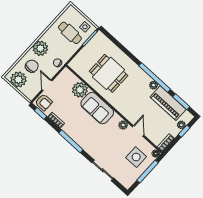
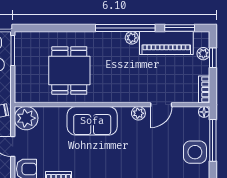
dining table: (109, 73) -> (69, 70), turned 90
plant: (80, 90) -> (26, 118), moved
door: (138, 131) -> (161, 105), swing flipped
side table: (136, 157) -> (195, 152), moved

